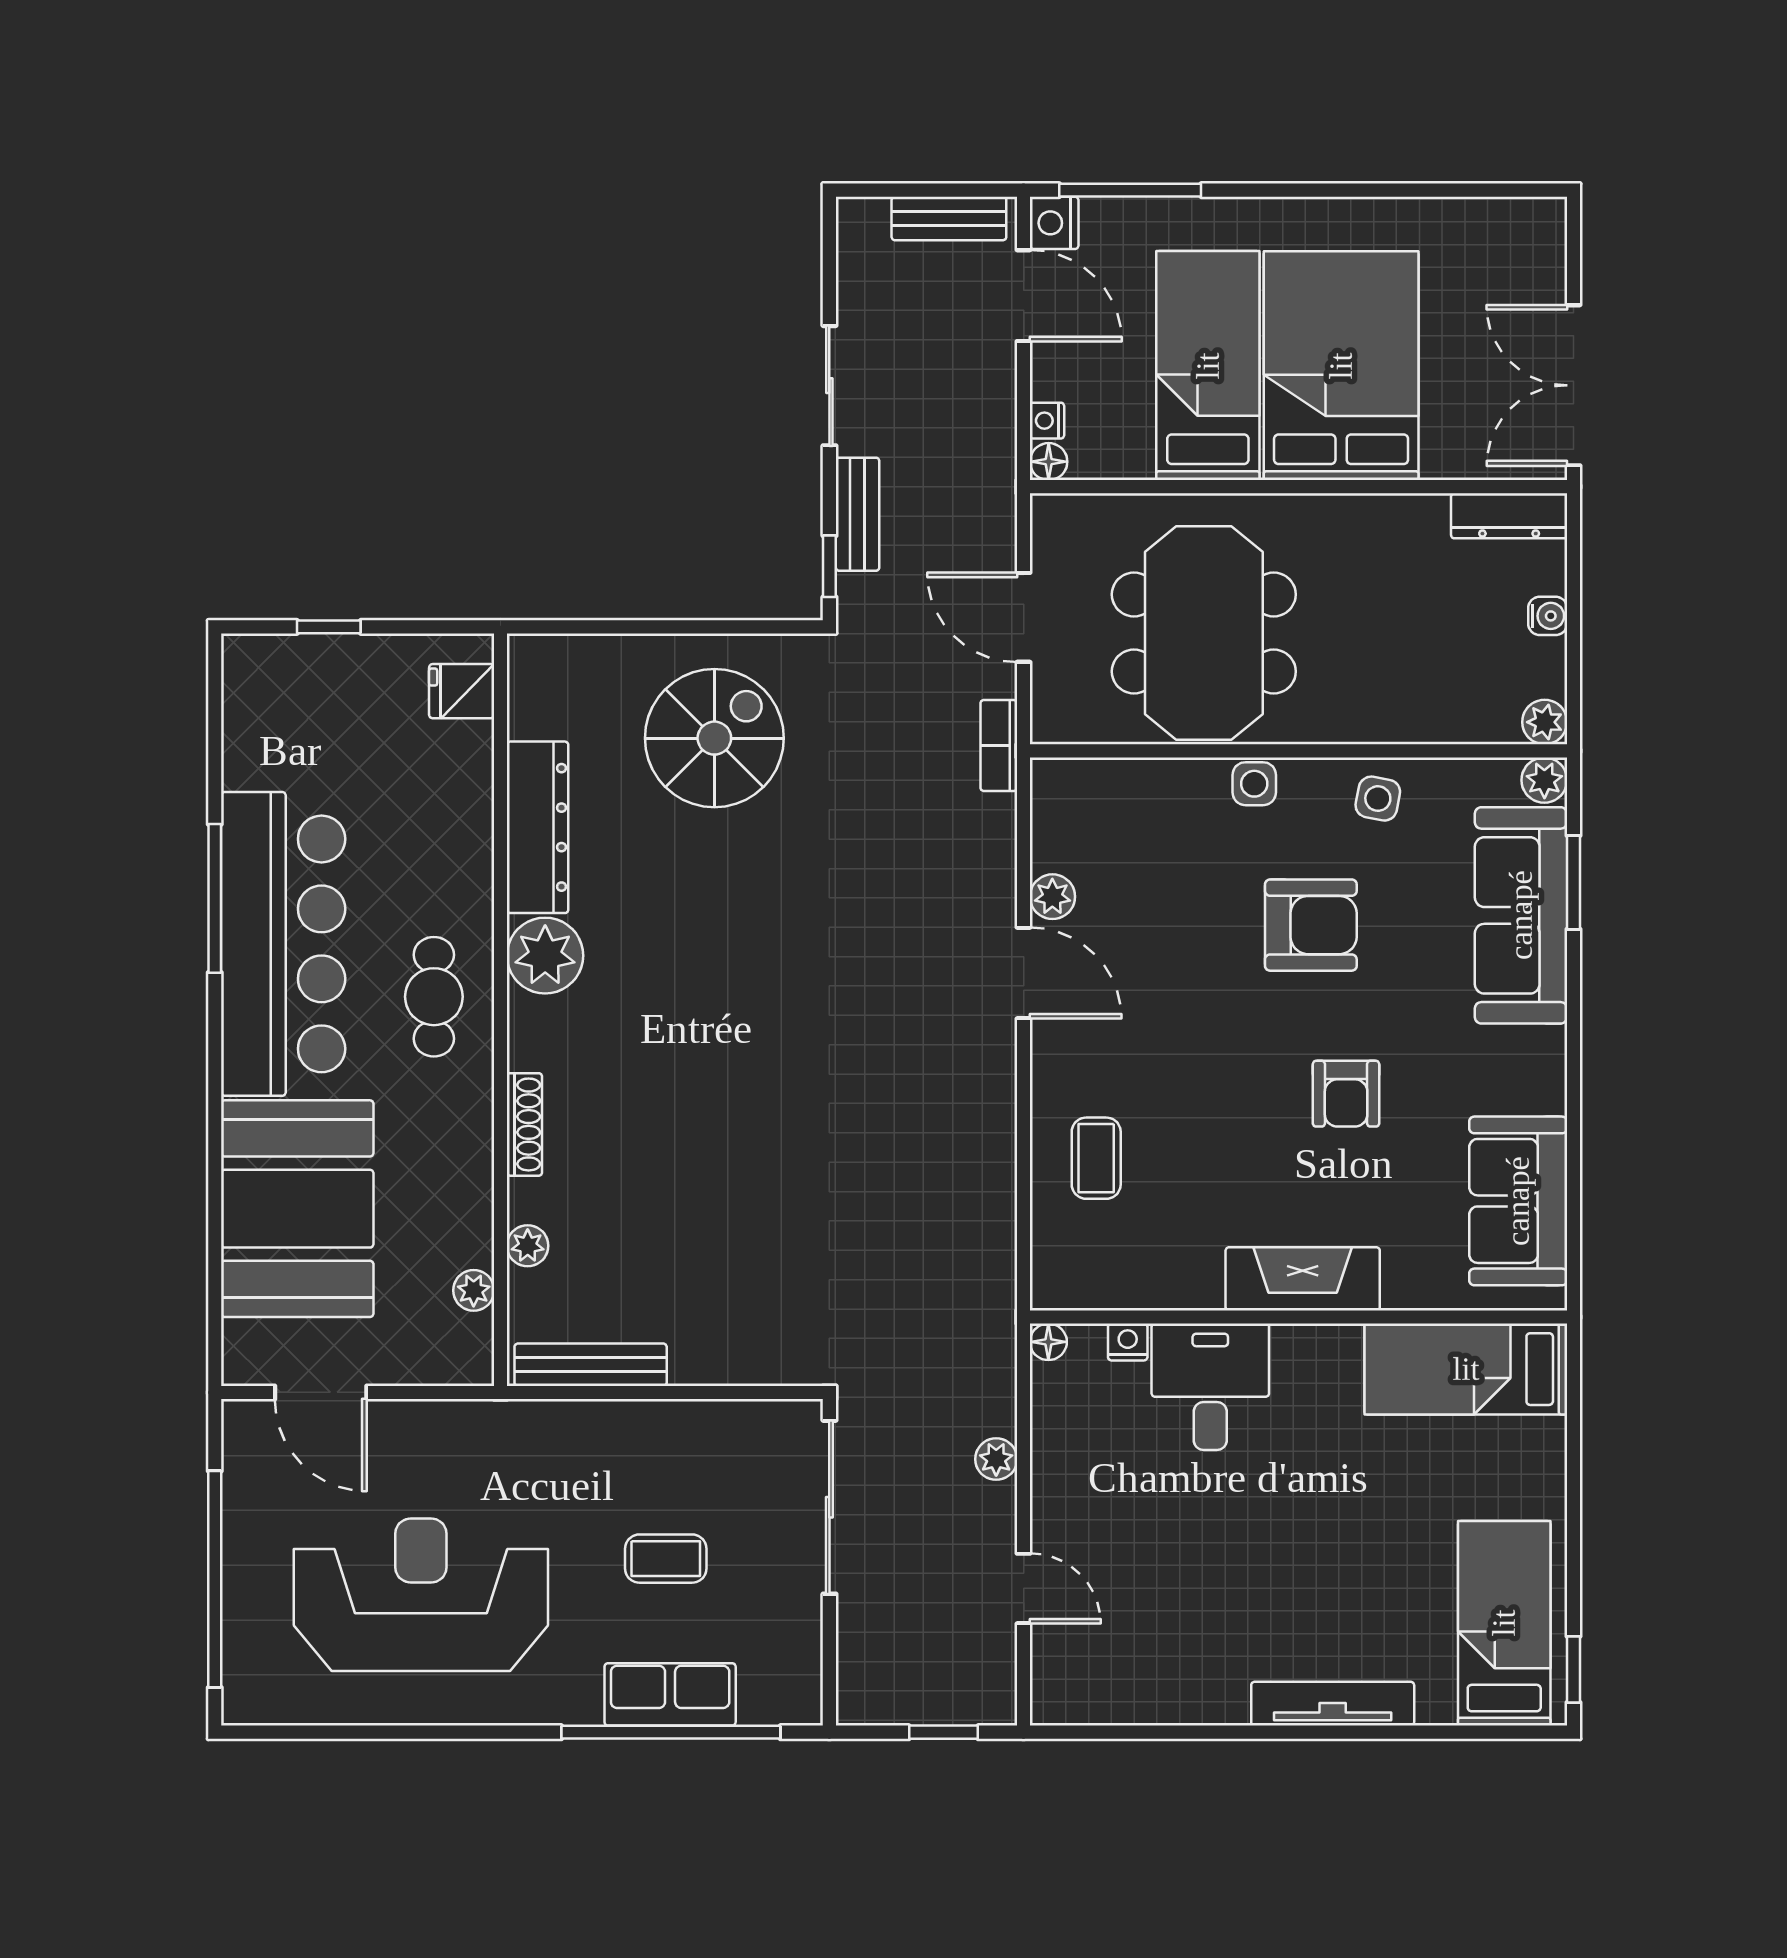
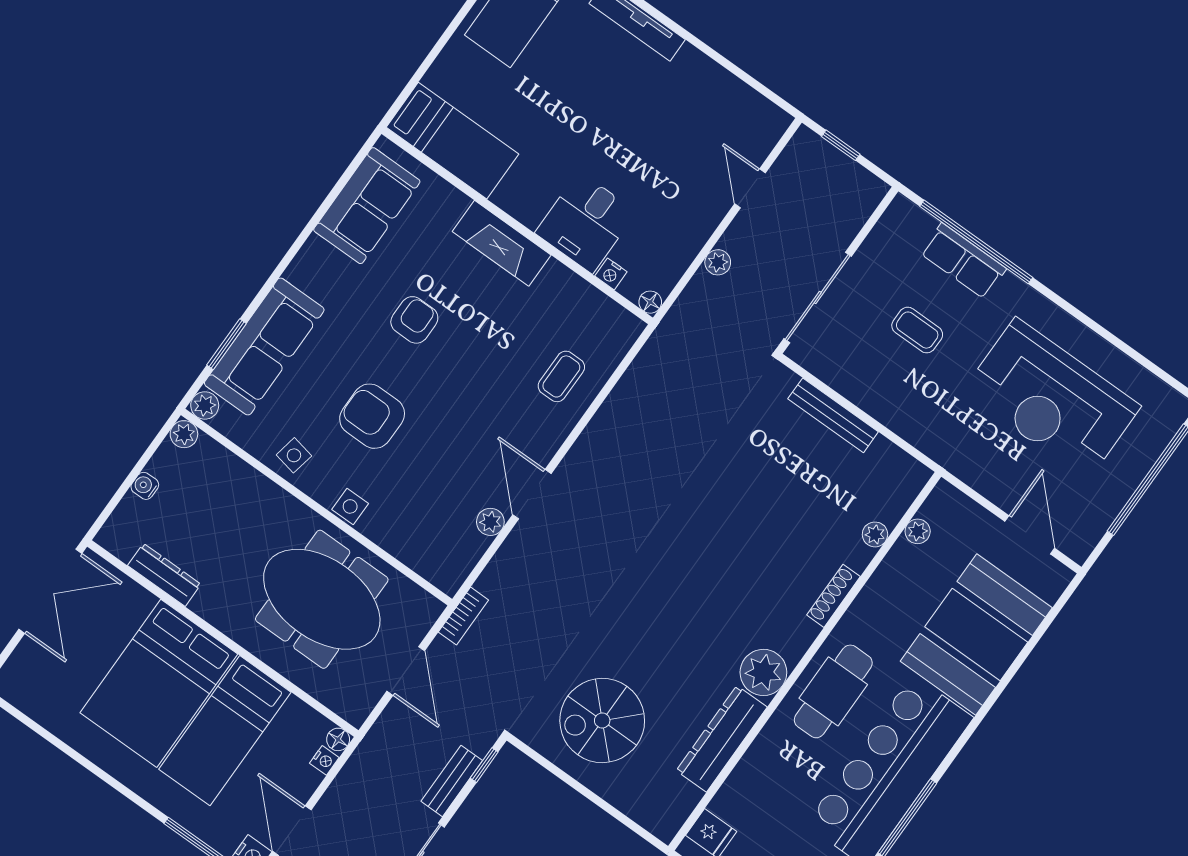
dresser: (1509, 516) -> (164, 575), moved
meeting table: (1204, 633) -> (322, 599), turned 90
cafe table: (434, 997) -> (833, 691), width x1.37, depth x1.35
bench: (591, 1365) -> (833, 415), moved

